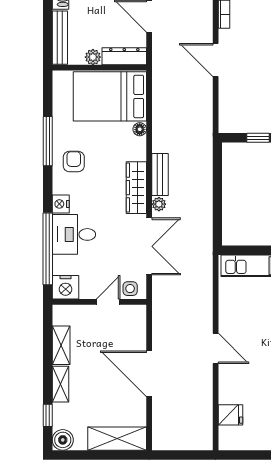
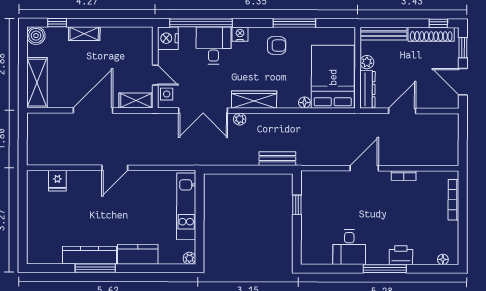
bench: (160, 174) -> (277, 159), moved
shelving: (61, 345) -> (136, 100), moved

